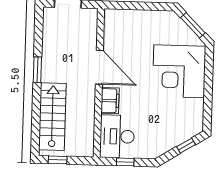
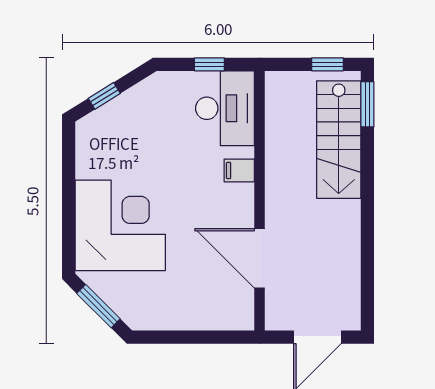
door: (99, 67) -> (260, 258), moved
window: (37, 70) -> (367, 104), moved
filing cabinet: (110, 101) -> (239, 170), width x0.50

